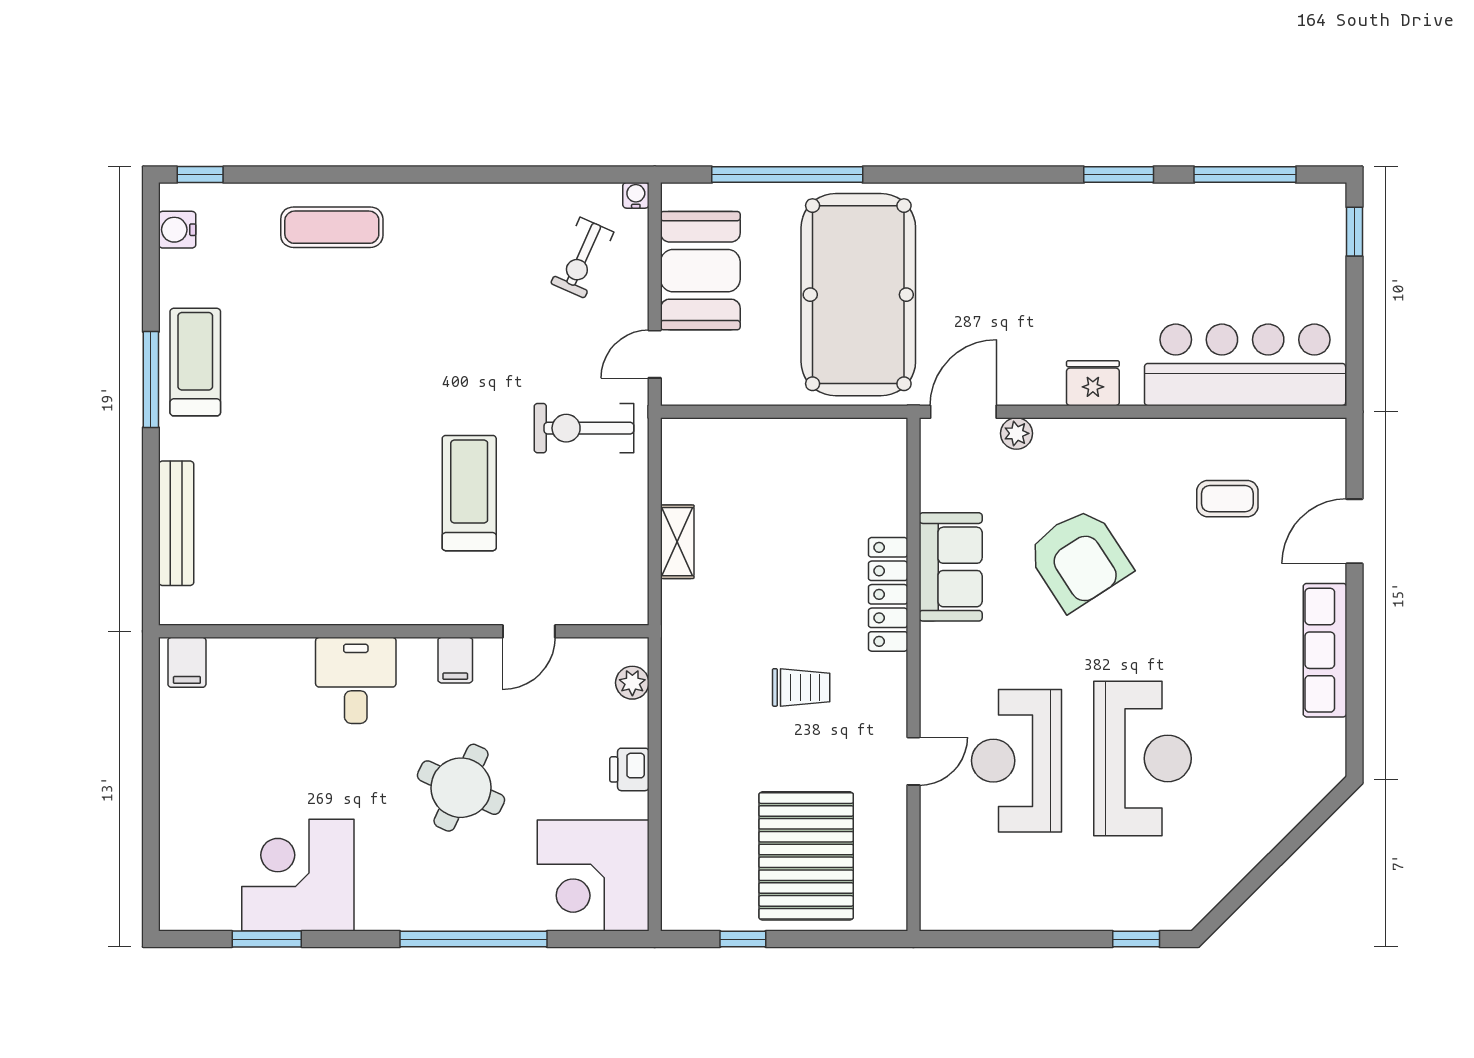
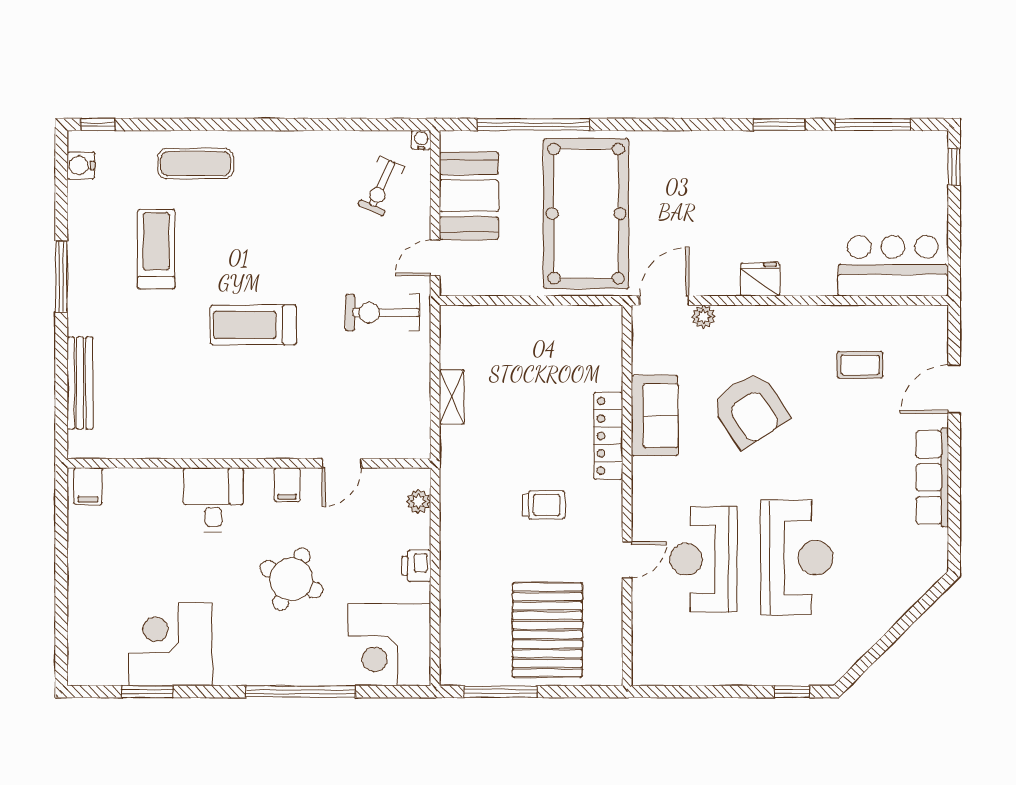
treadmill: (195, 362) -> (156, 249), moved
bar counter: (1245, 365) -> (893, 266), width x0.73
treadmill: (469, 493) -> (253, 325), moved, turned -90
window: (743, 939) -> (500, 692), width x2.17

